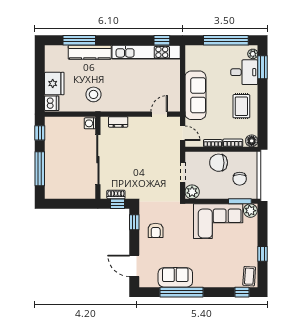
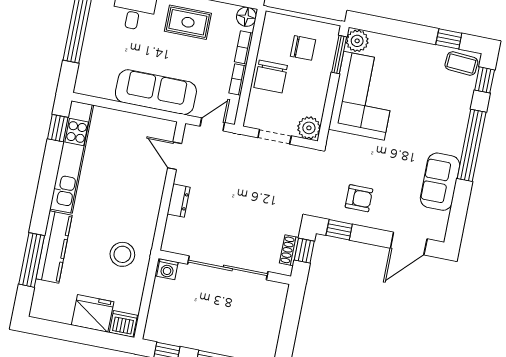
dresser: (118, 122) -> (179, 201), moved
window: (263, 254) -> (449, 39), moved
window: (181, 292) -> (472, 145), moved

